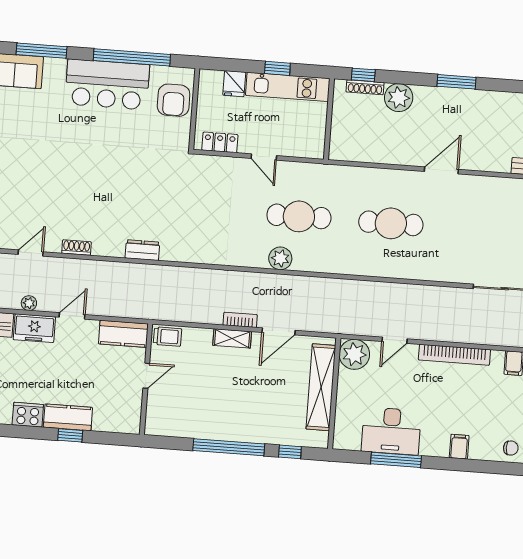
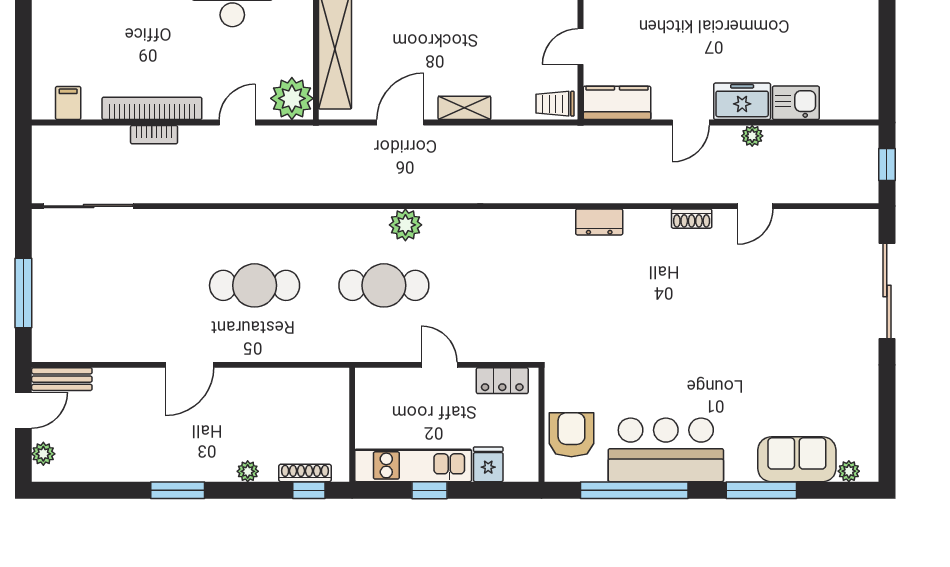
plant: (399, 98) -> (248, 471), width x0.53, depth x0.53
bookcase: (240, 320) -> (154, 135), moved

